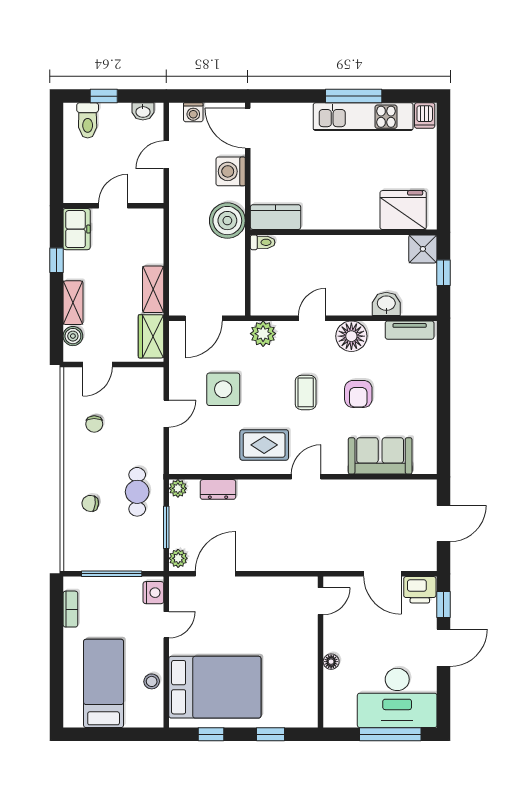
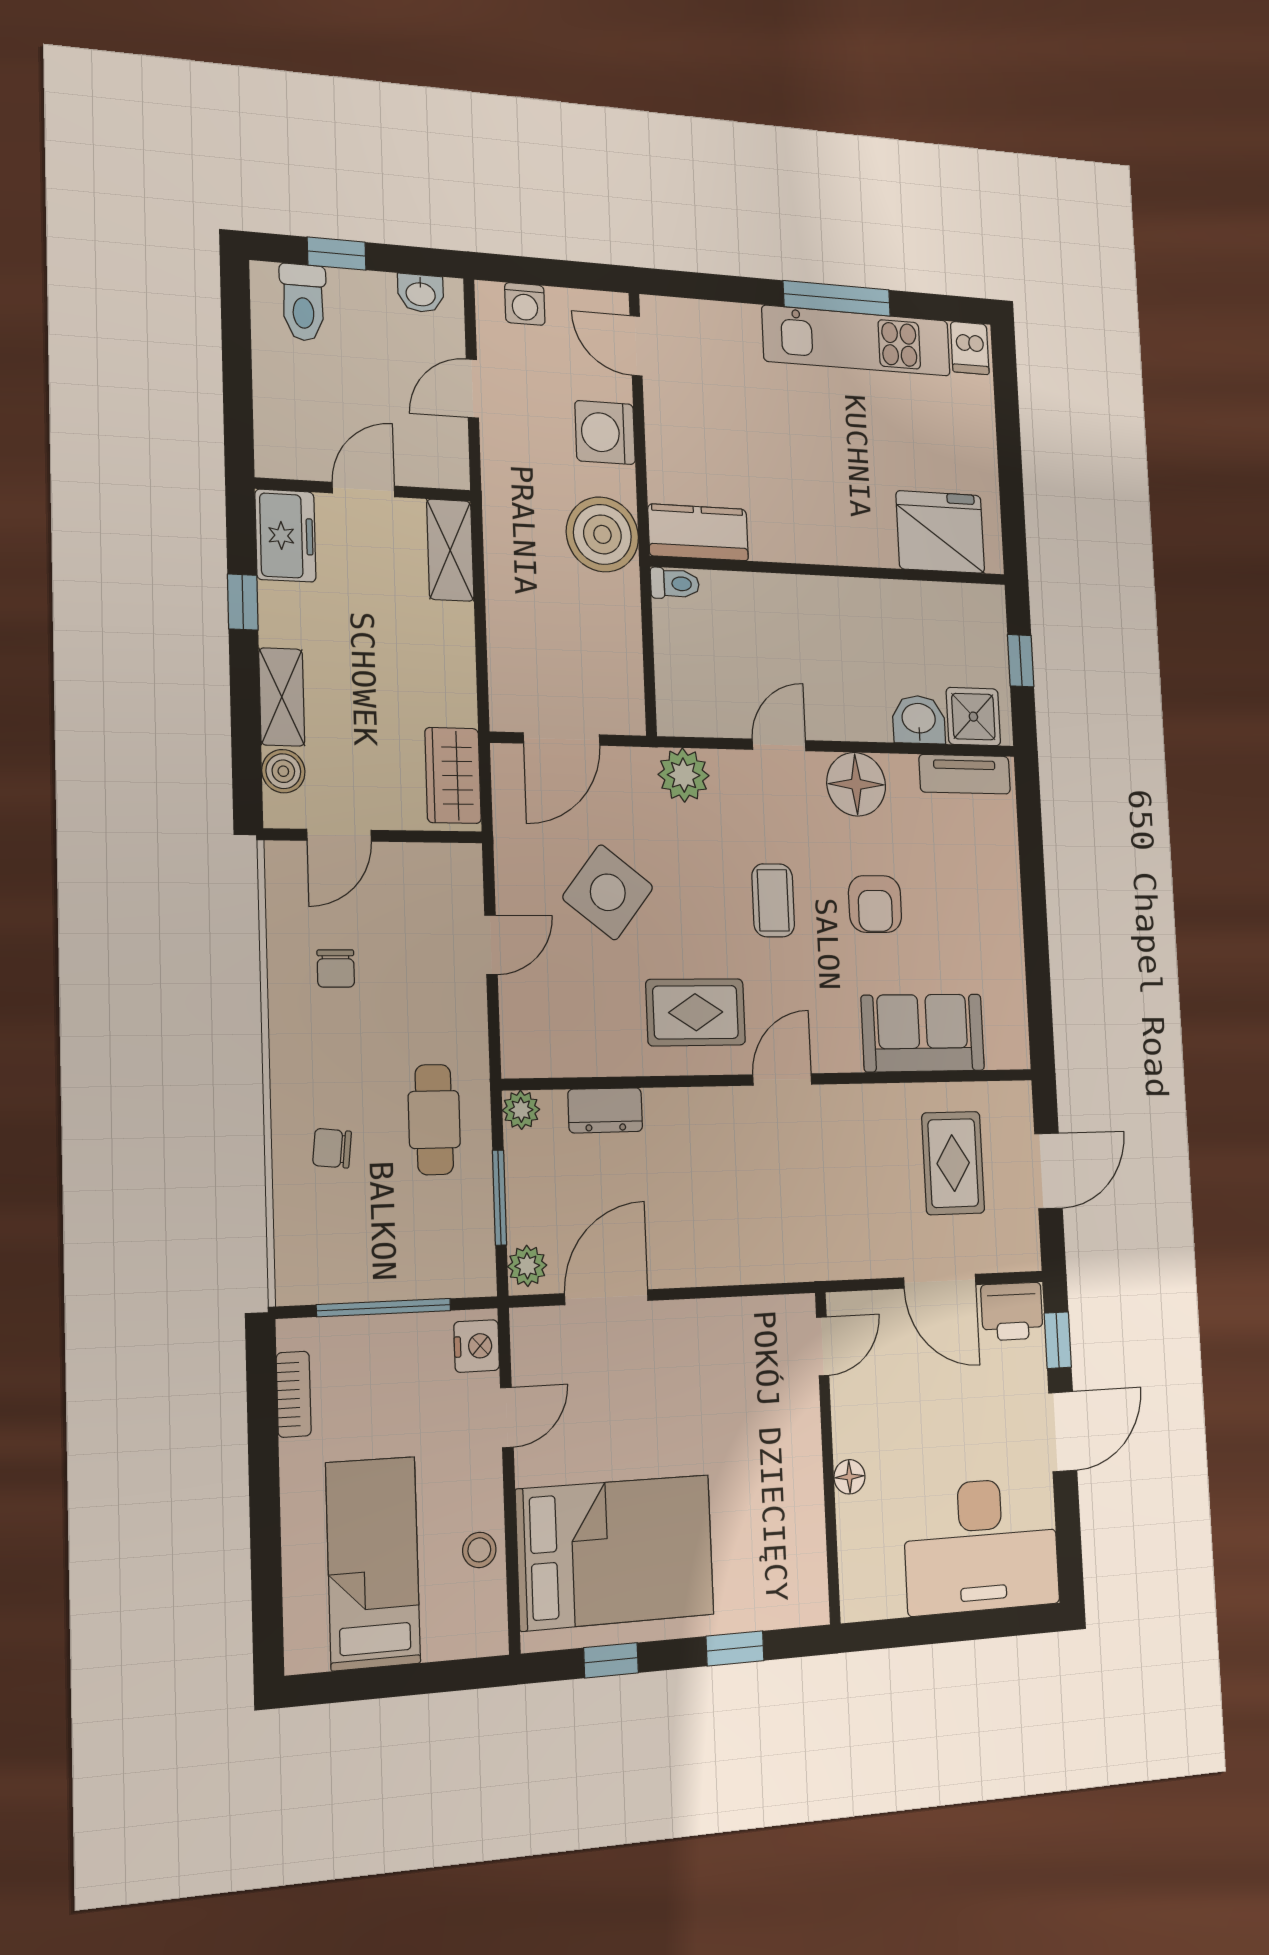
door: (248, 128) -> (636, 346), width x0.73
shower: (423, 249) -> (973, 717), moved
shelving: (153, 289) -> (450, 550), moved
side table: (223, 389) -> (608, 892), turned 38
rug: (393, 518) -> (953, 1163), added
window: (390, 734) -> (972, 1626), removed

